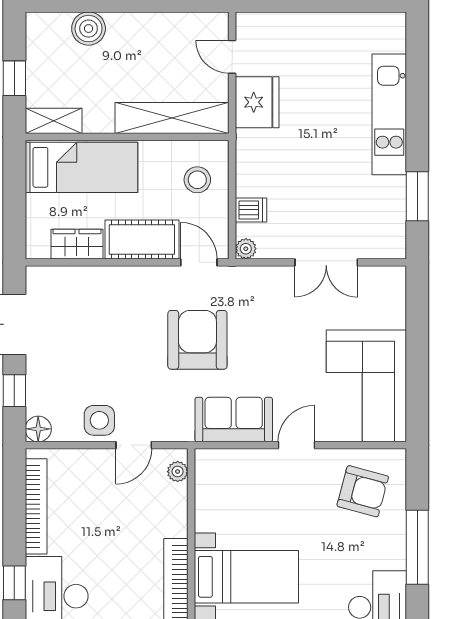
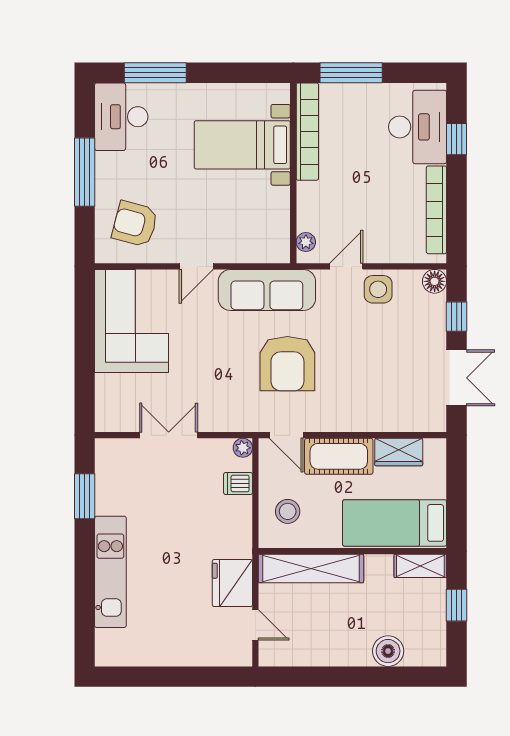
sofa: (234, 420) -> (267, 290), width x1.36

